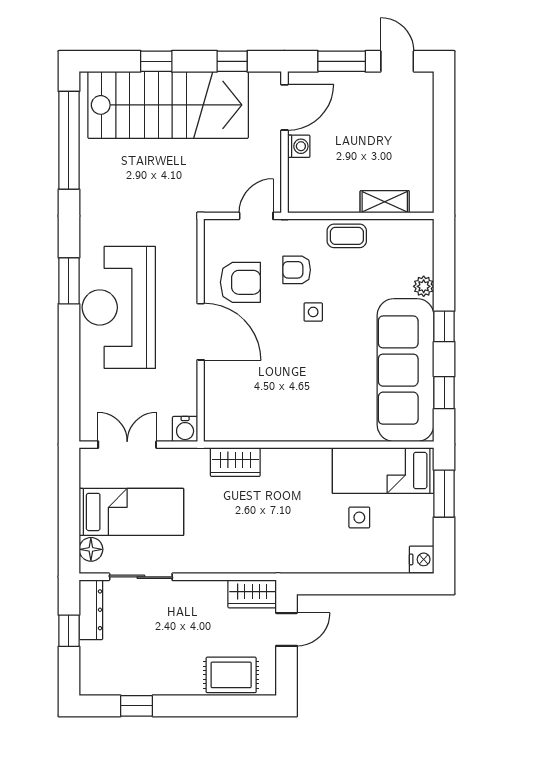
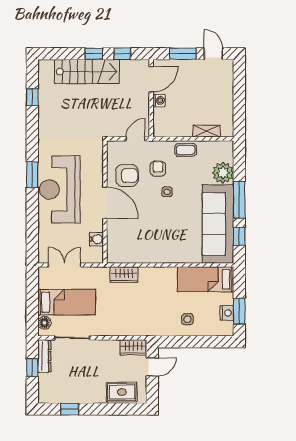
window: (156, 61) -> (94, 54), moved
stairs: (168, 105) -> (87, 72), width x0.73, depth x0.66
window: (69, 140) -> (32, 97), width x0.32
armchair: (297, 270) -> (158, 169), turned 90
plant: (424, 286) -> (223, 173), width x1.88, depth x1.88
window: (444, 326) -> (239, 200), width x2.17
water cooler: (185, 429) -> (96, 239), moved, turned -90
window: (444, 494) -> (239, 311), moved
side table: (359, 517) -> (187, 319), moved
nightstand: (422, 559) -> (227, 313), moved

